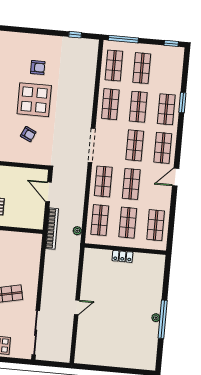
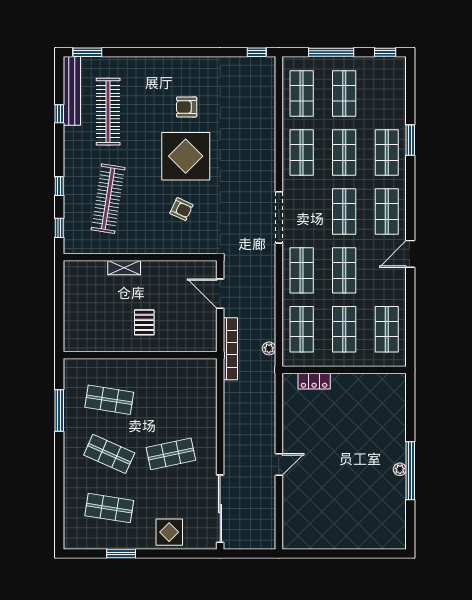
window: (75, 35) -> (257, 52), moved
window: (123, 39) -> (331, 52), moved
armchair: (38, 67) -> (187, 107), turned 180
locker: (122, 256) -> (314, 381), moved

